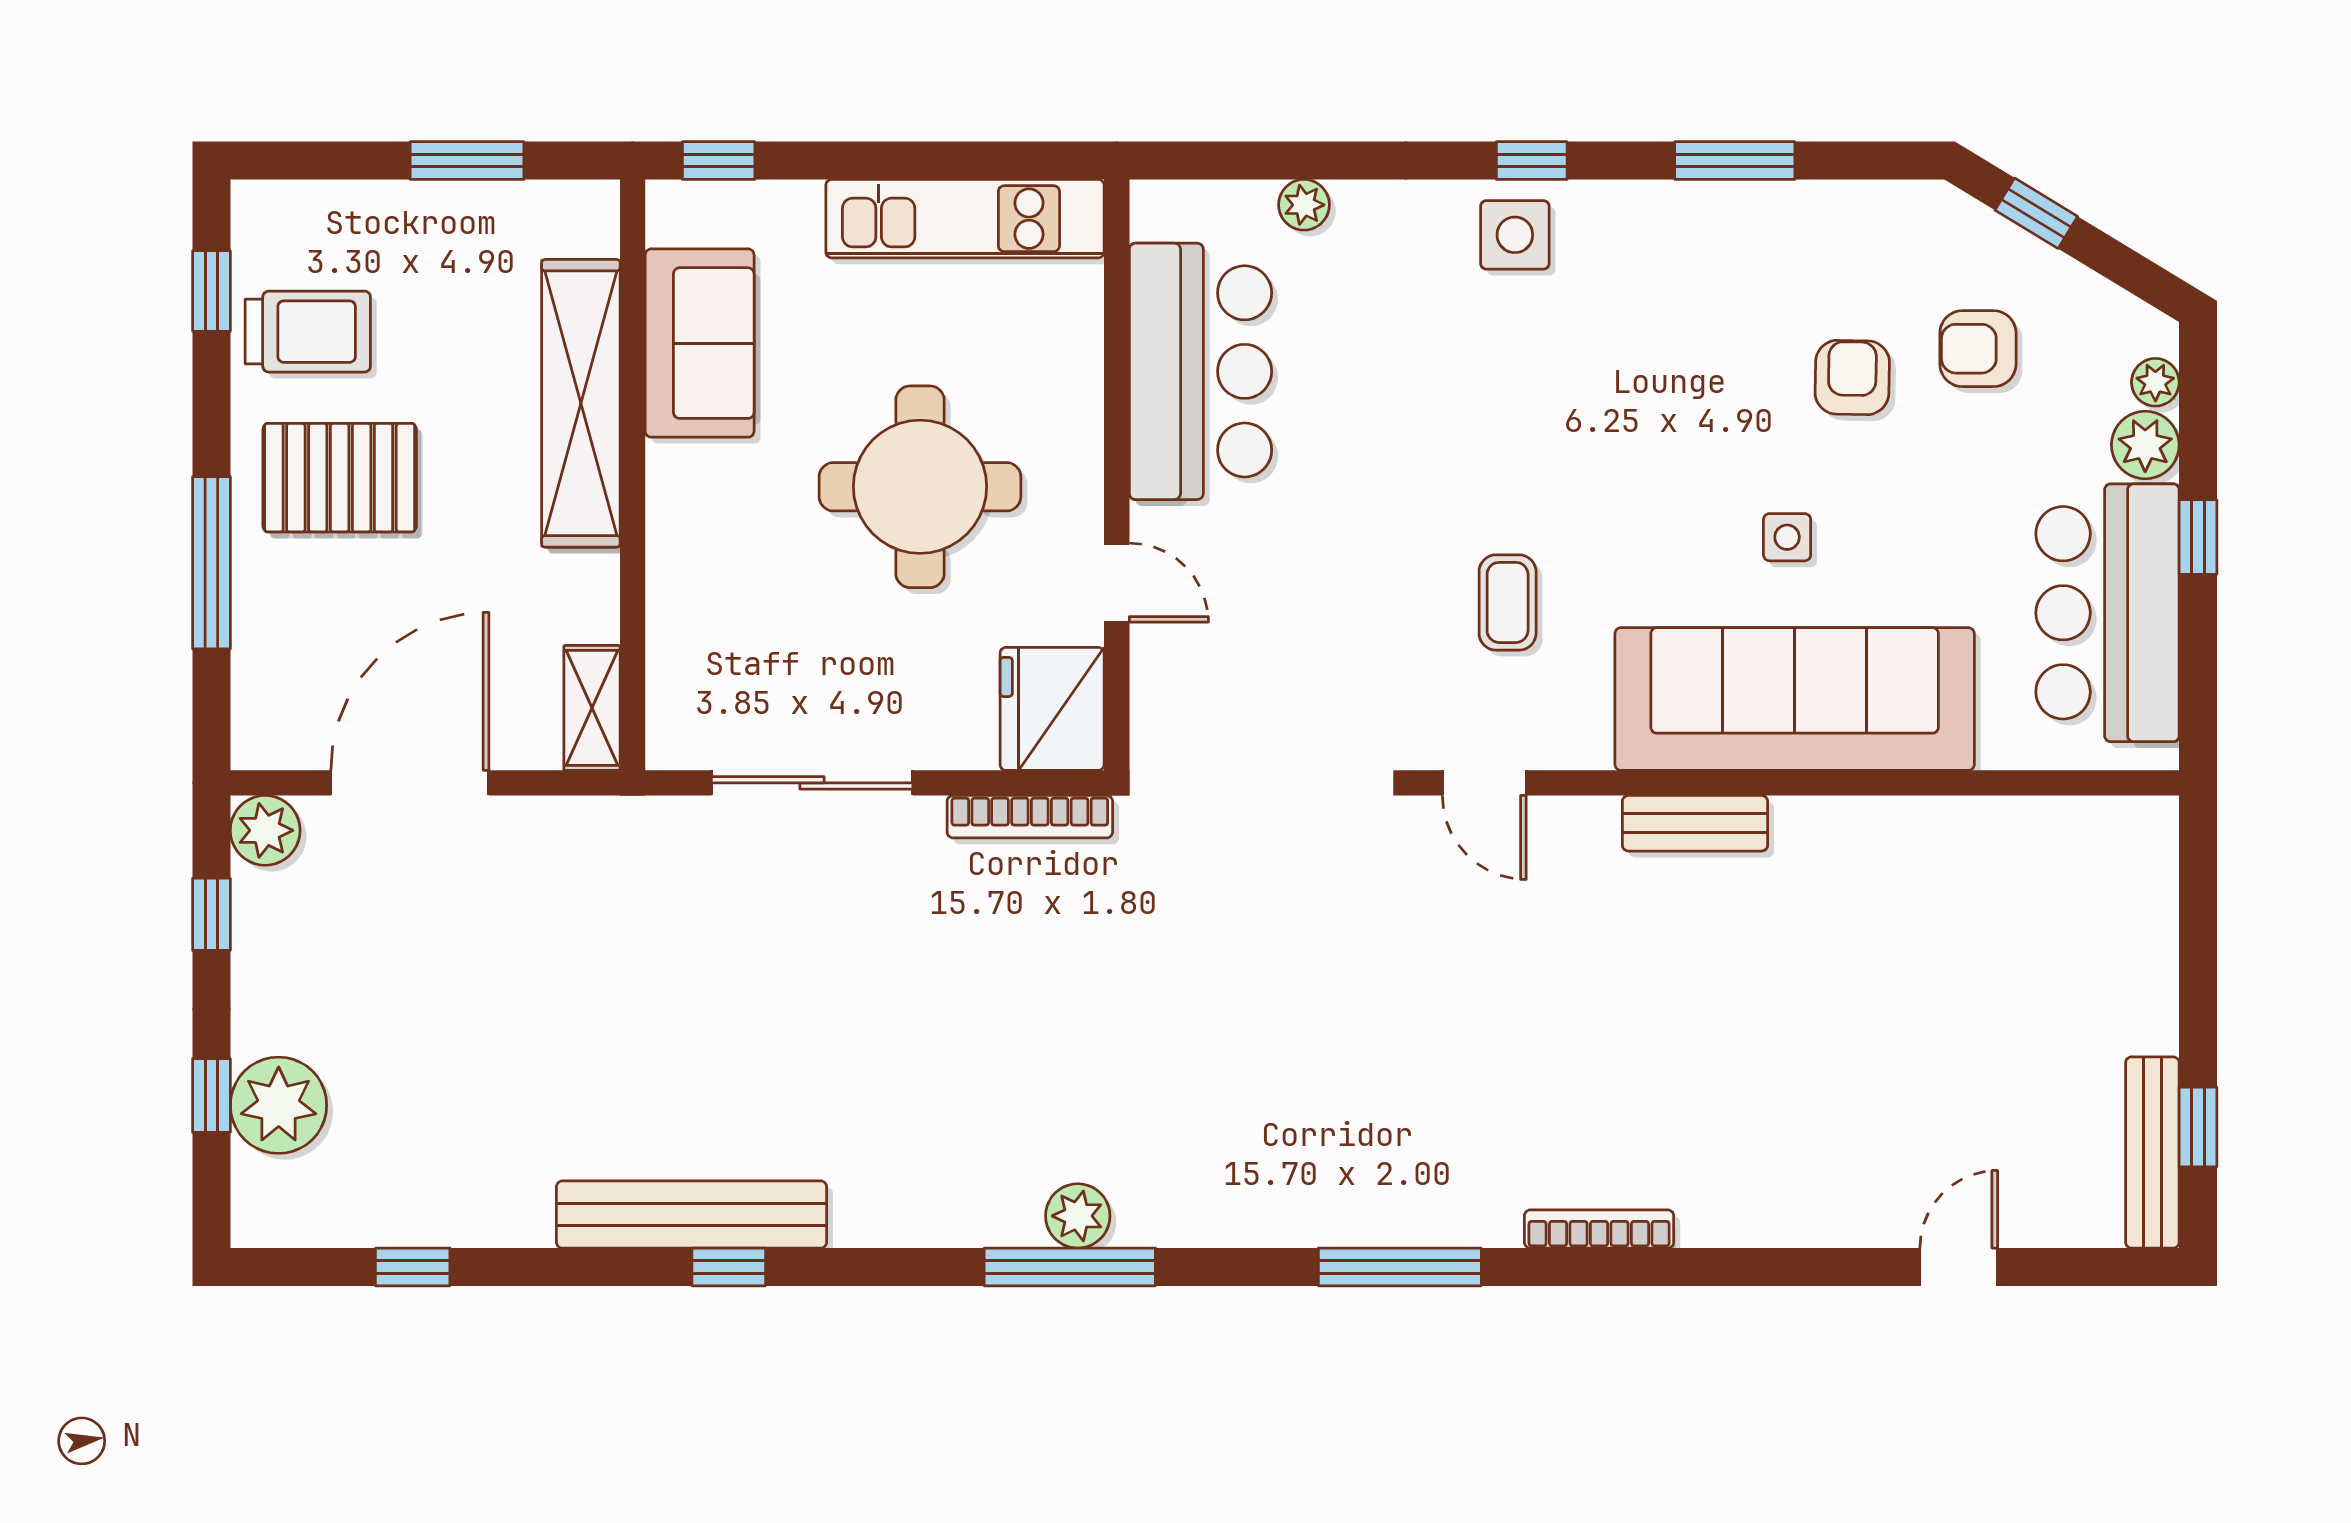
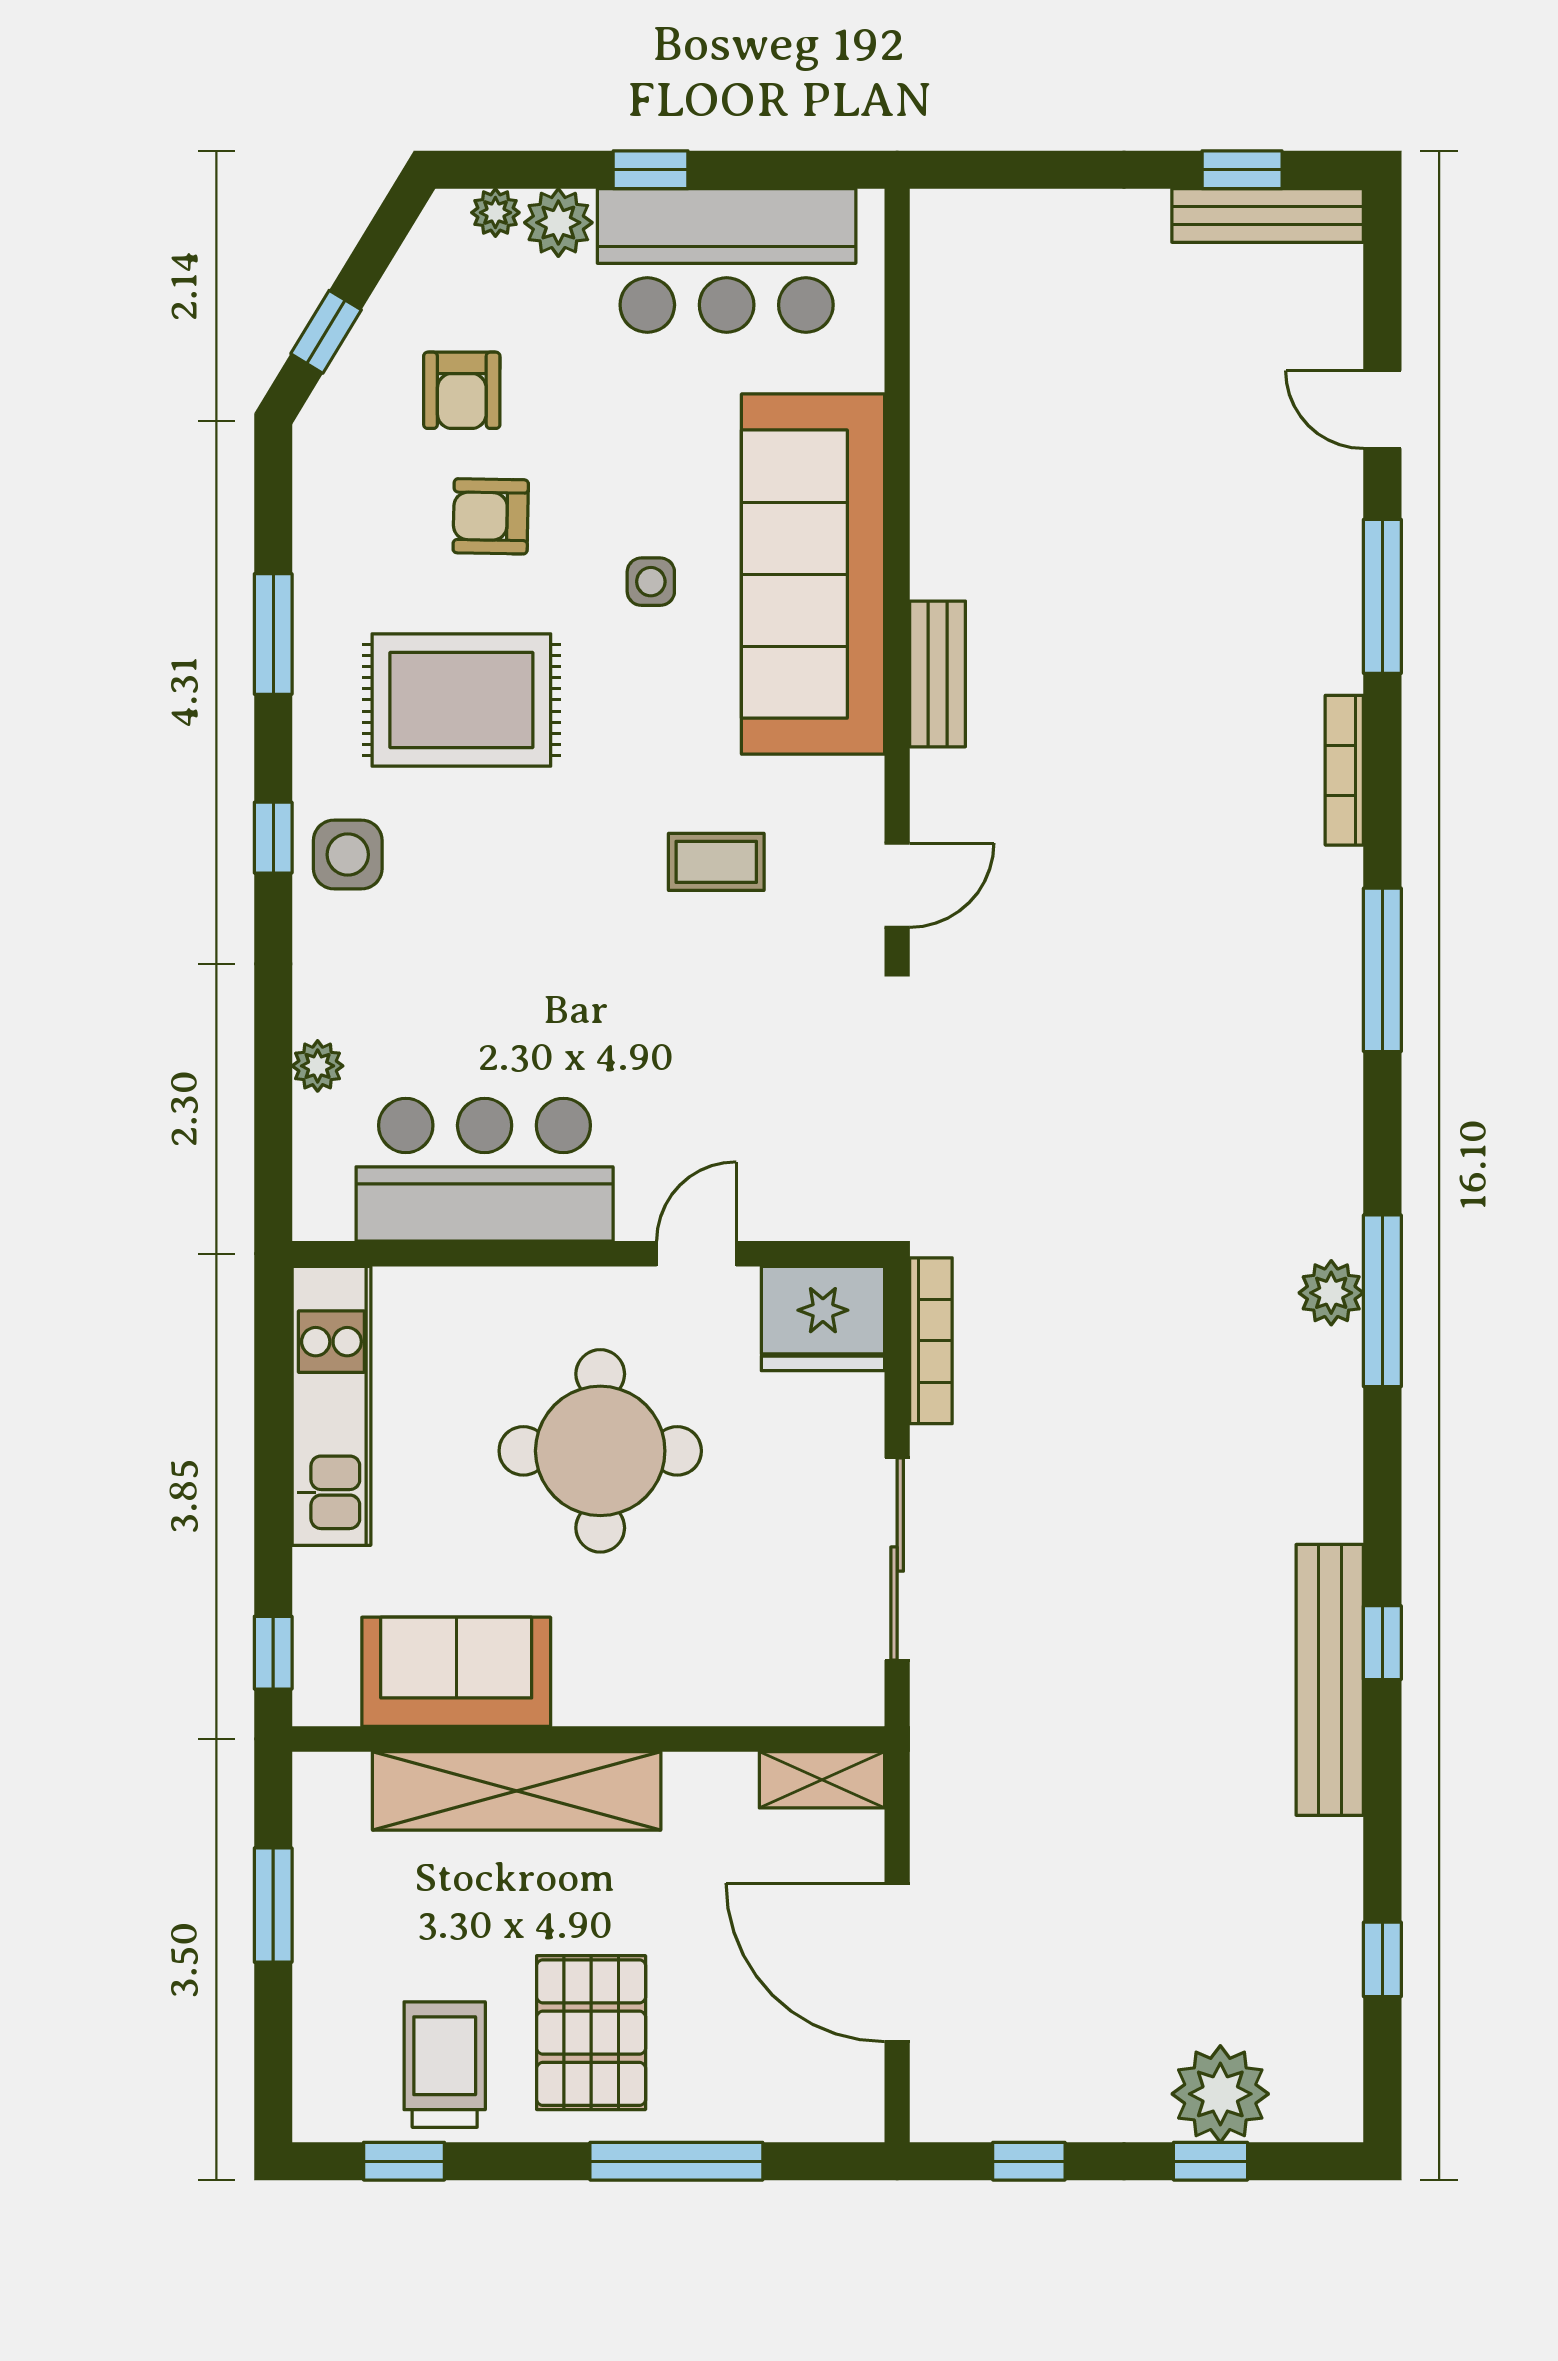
rug: (1669, 348) -> (461, 700), added
plant: (265, 830) -> (945, 2107), removed
window: (1772, 1267) -> (1382, 596), added

